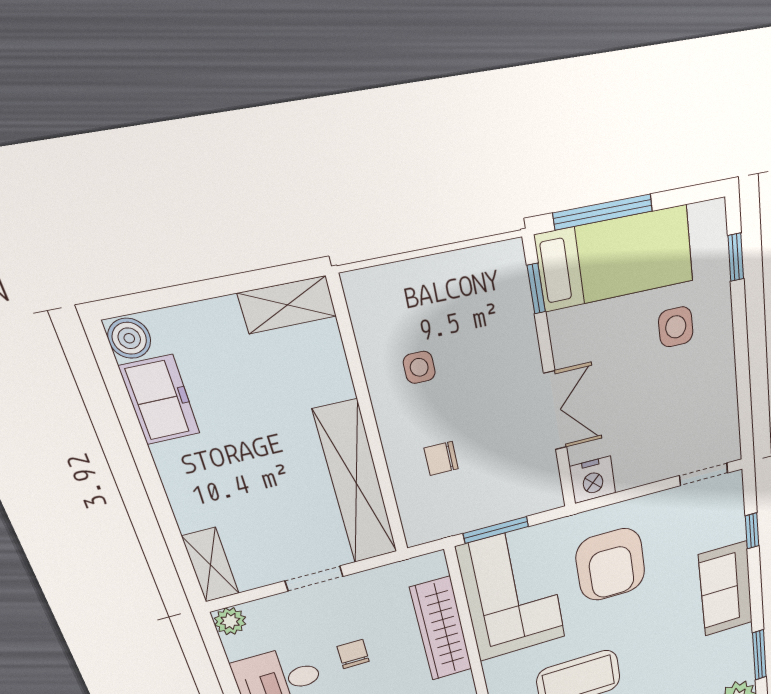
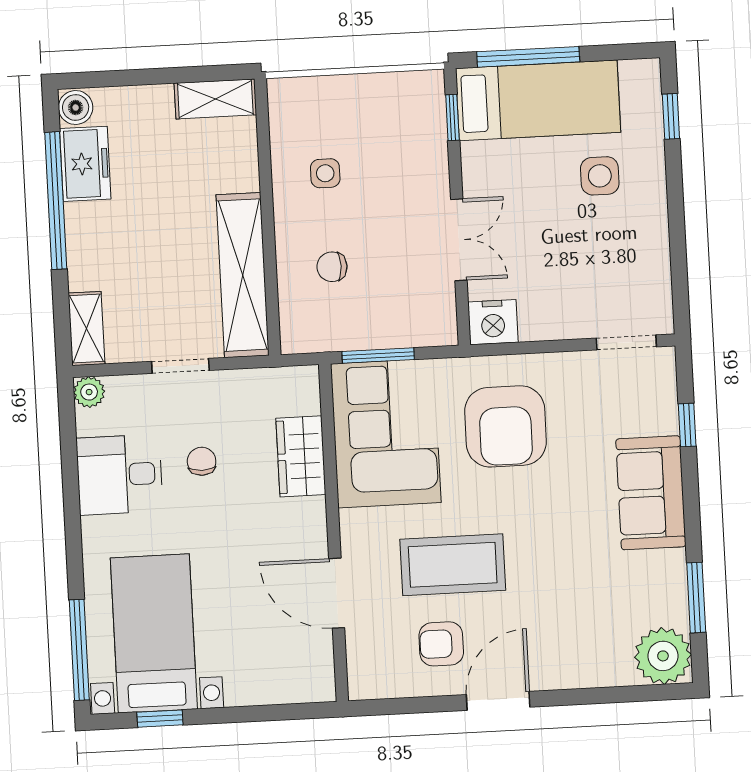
window: (138, 445) -> (56, 201), added
wardrobe: (441, 629) -> (301, 456), width x0.67

